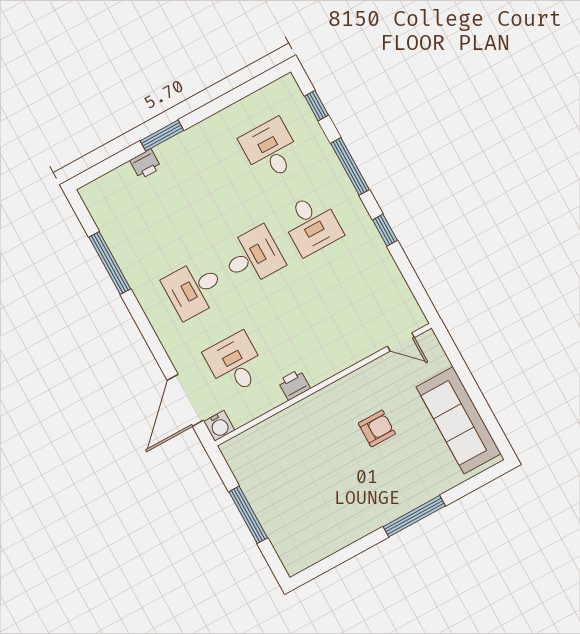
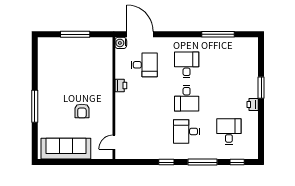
desk: (271, 150) -> (229, 131), turned -90
printer: (145, 164) -> (253, 104), moved

